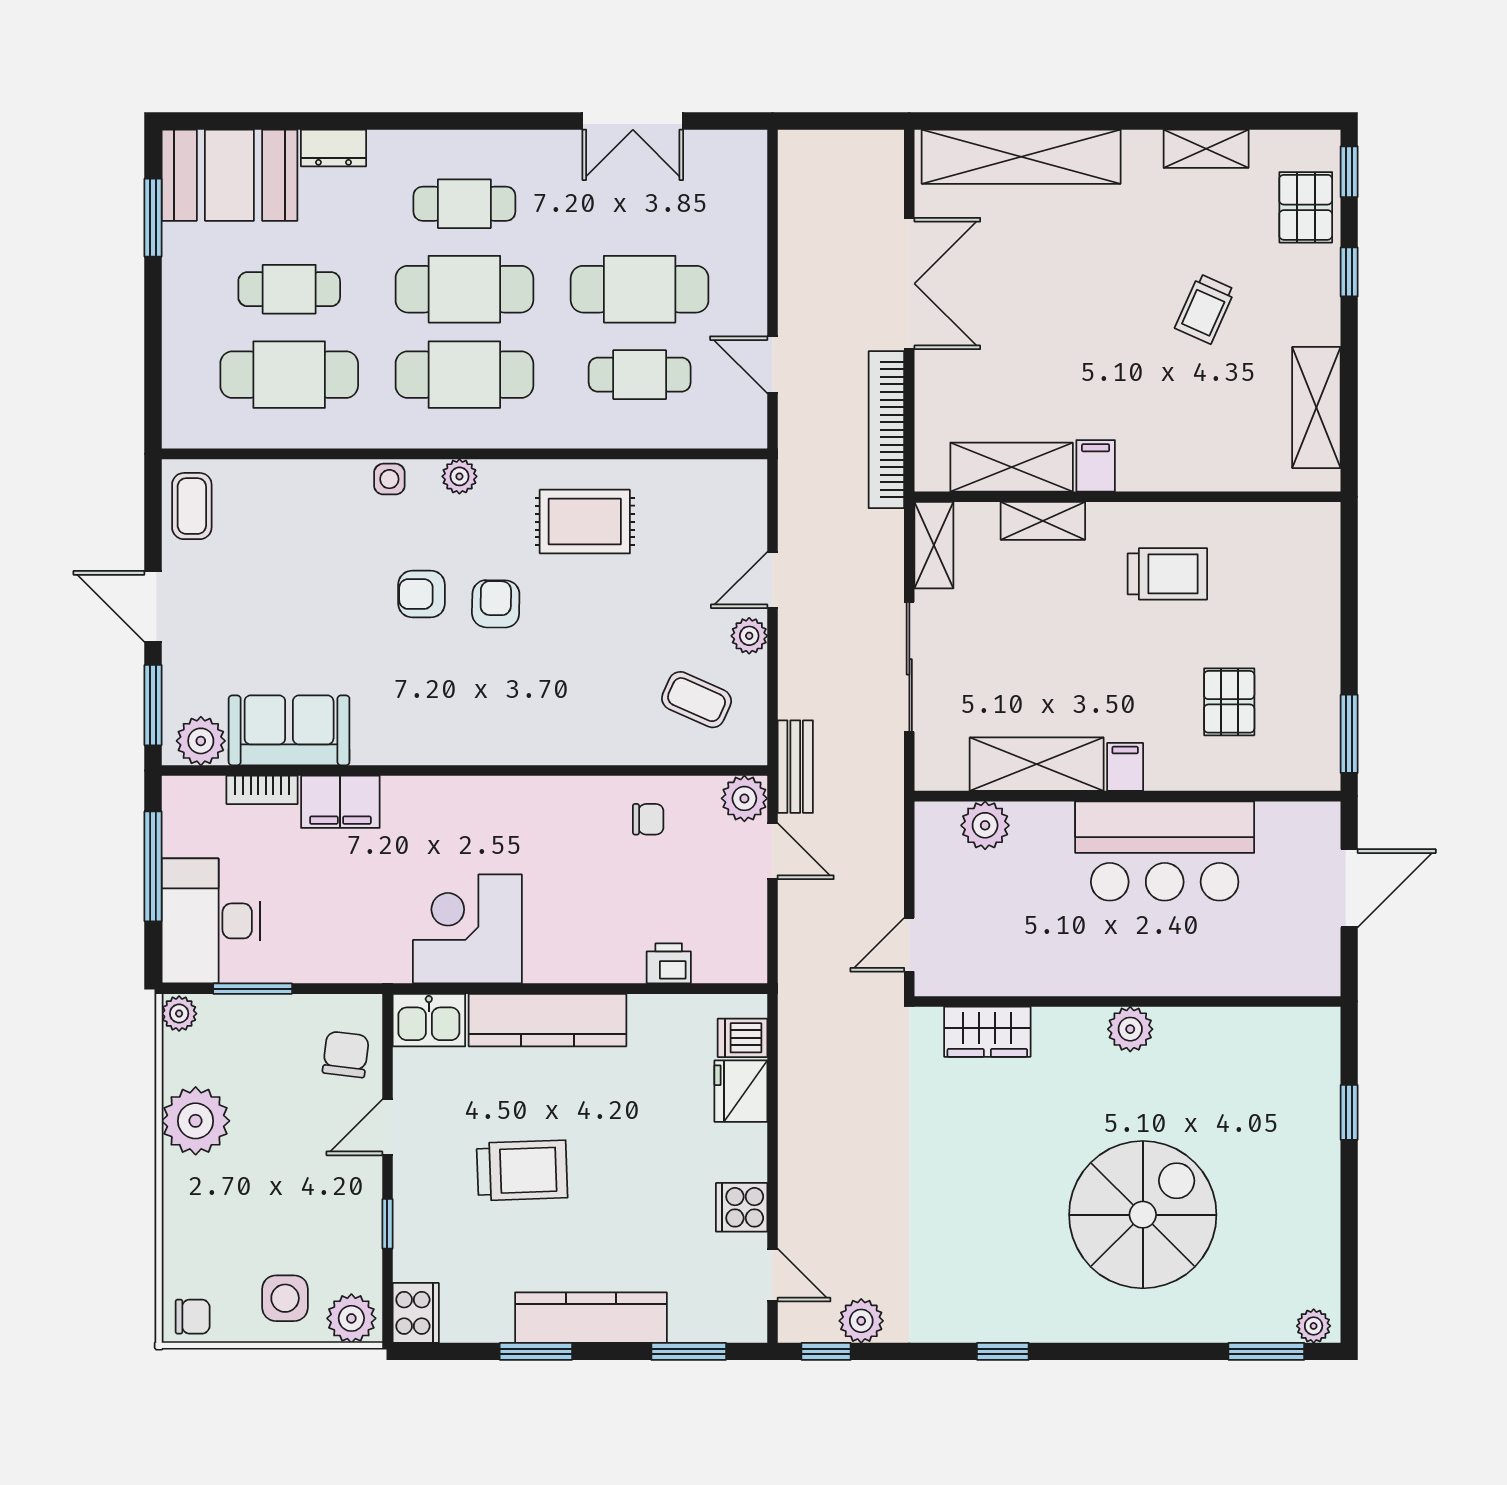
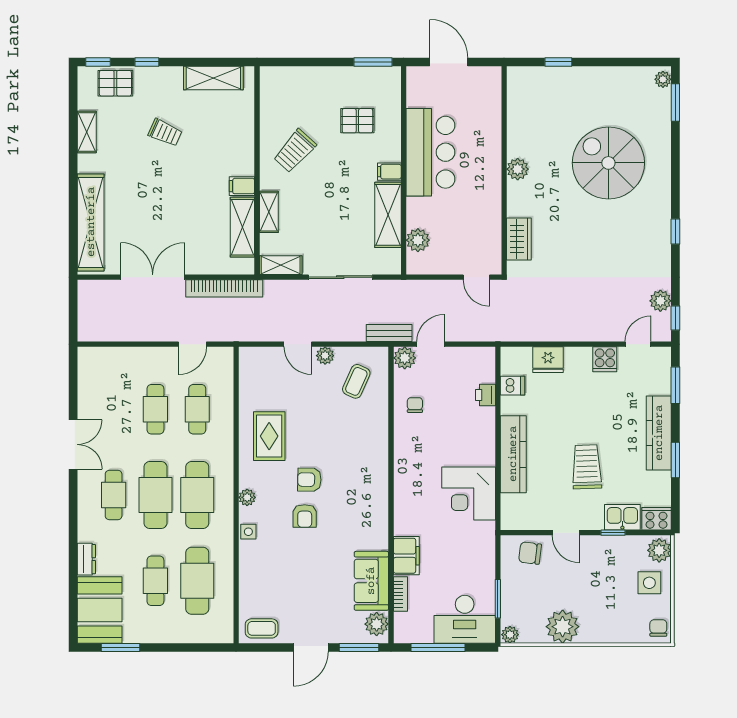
double door: (633, 121) -> (73, 444), moved
cafe table: (640, 289) -> (155, 409), width x0.73, depth x0.74
trolley: (1167, 574) -> (295, 151), turned -138
kitchen sink: (429, 1020) -> (622, 517), moved, turned -90
dishwasher: (742, 1038) -> (512, 386), moved, turned -90

